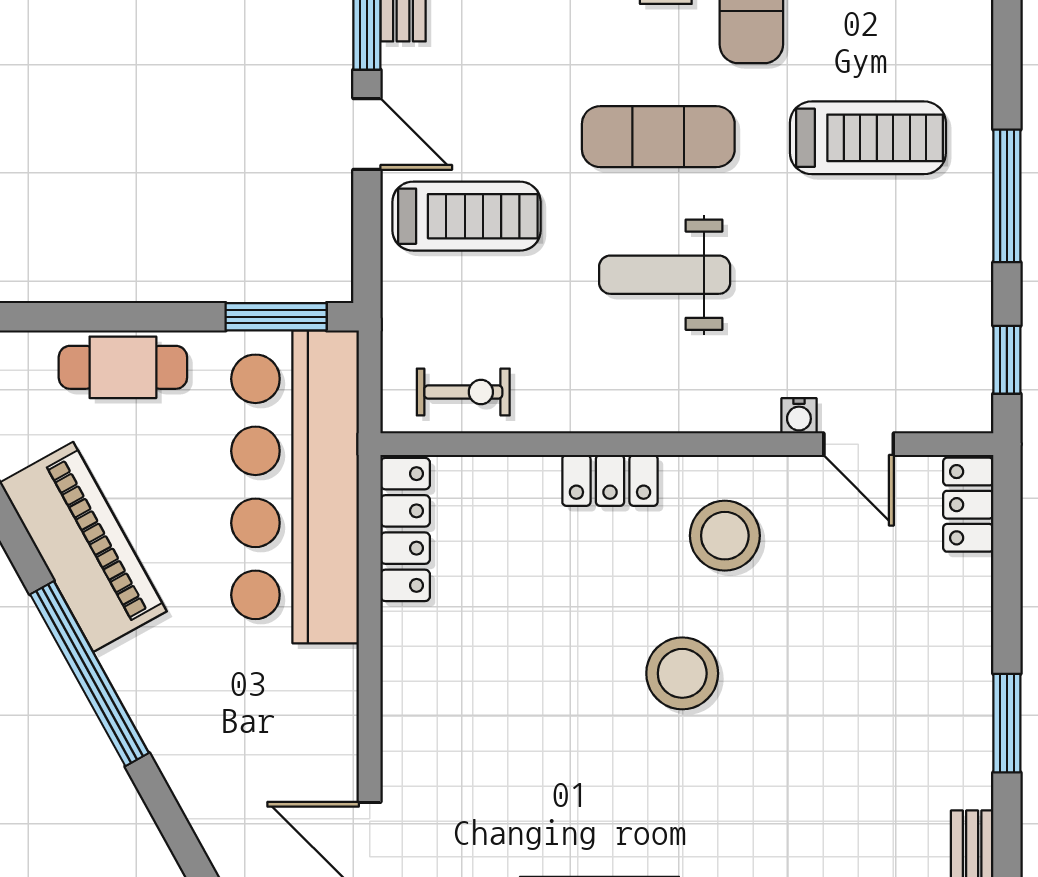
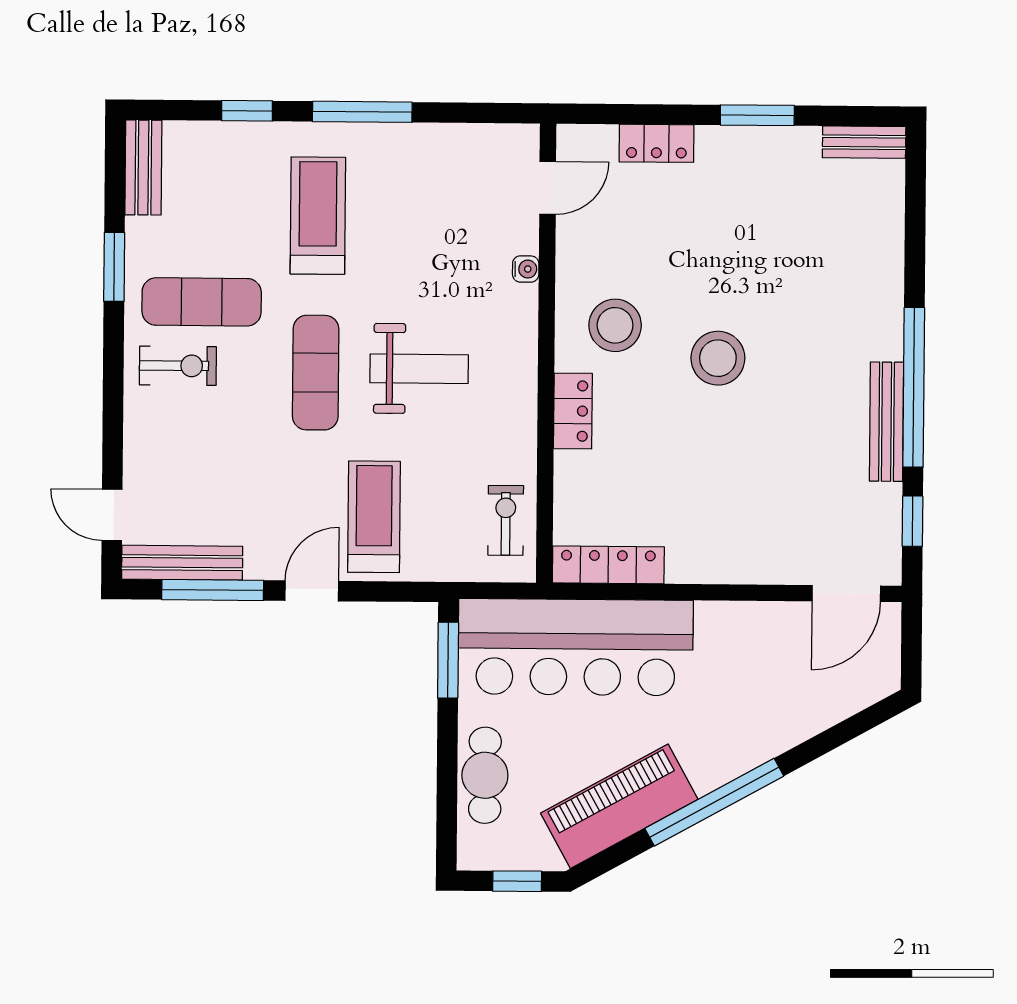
weight bench: (665, 275) -> (419, 369), turned -90
window: (1007, 360) -> (247, 111), moved
door: (859, 444) -> (548, 188), moved
locker: (968, 505) -> (656, 143), moved

